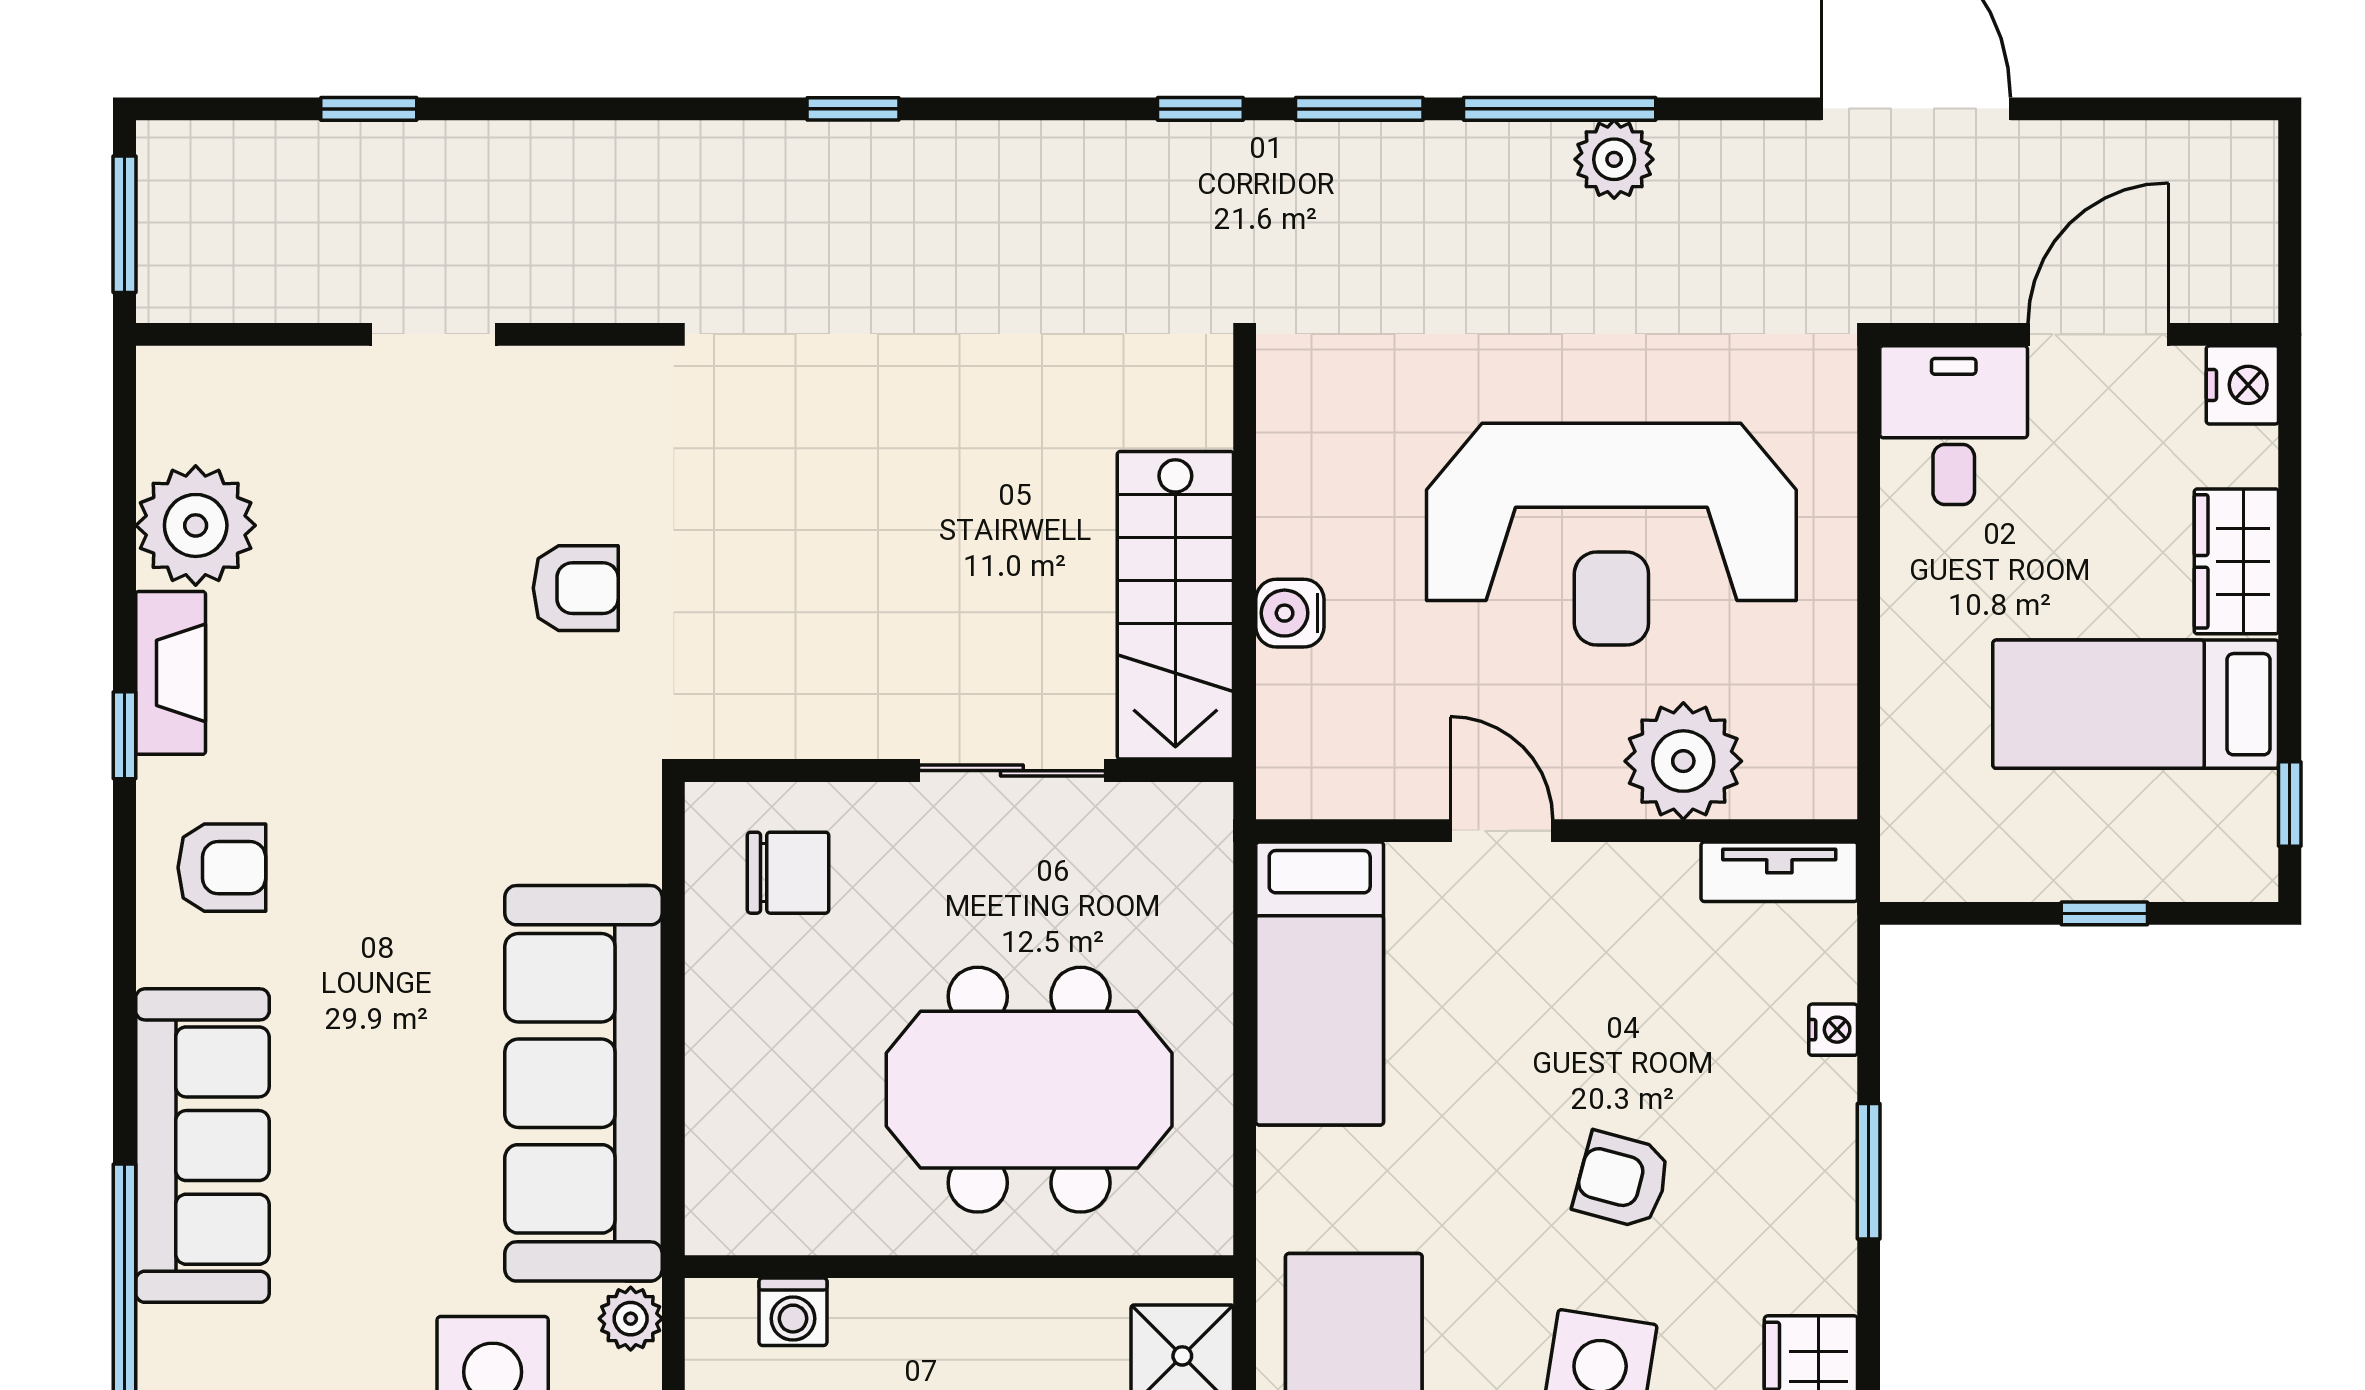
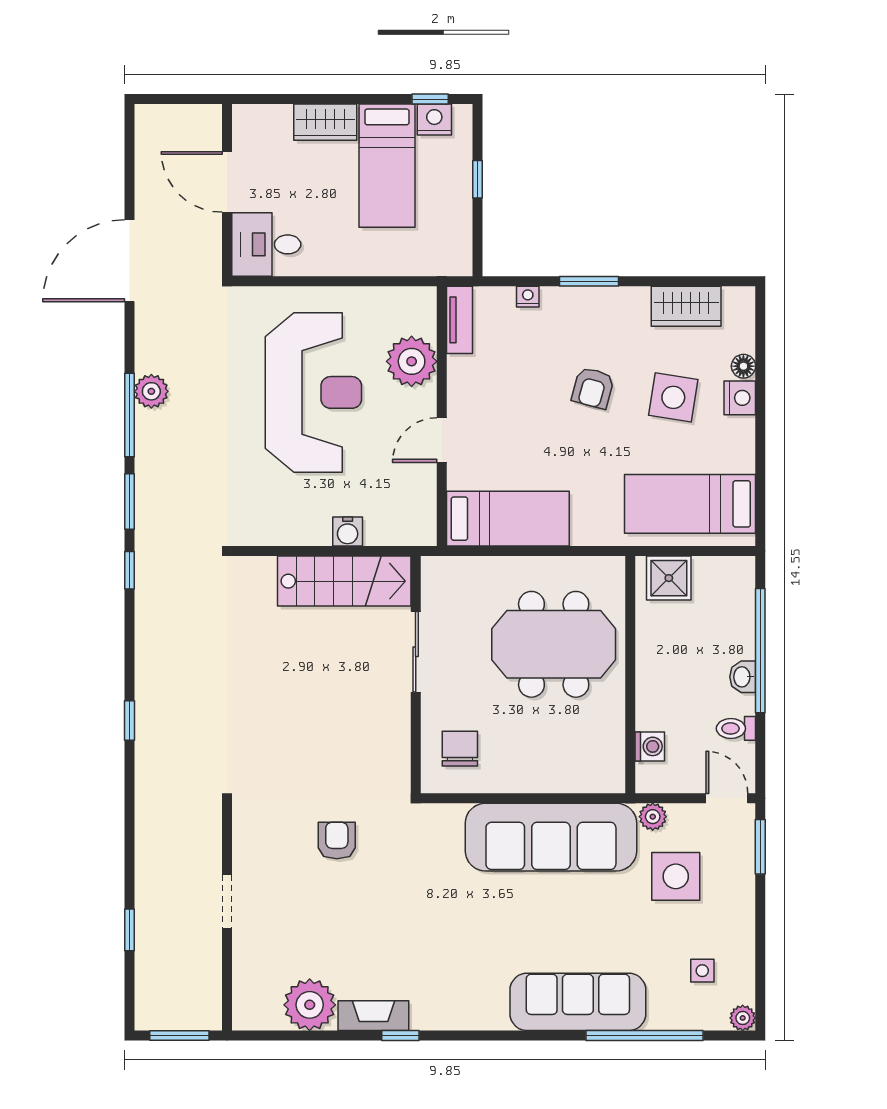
nightstand: (2242, 385) -> (434, 120), moved
armchair: (222, 868) -> (458, 993), removed
meeting table: (1029, 1090) -> (554, 644), turned 90

